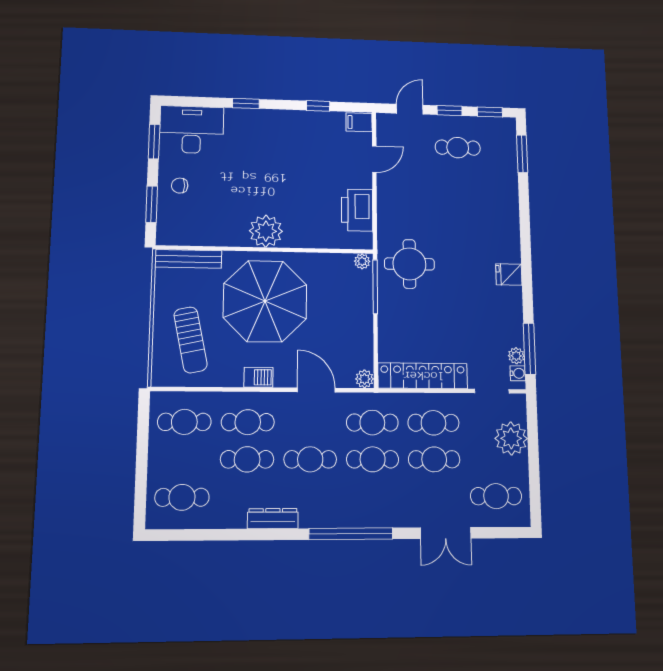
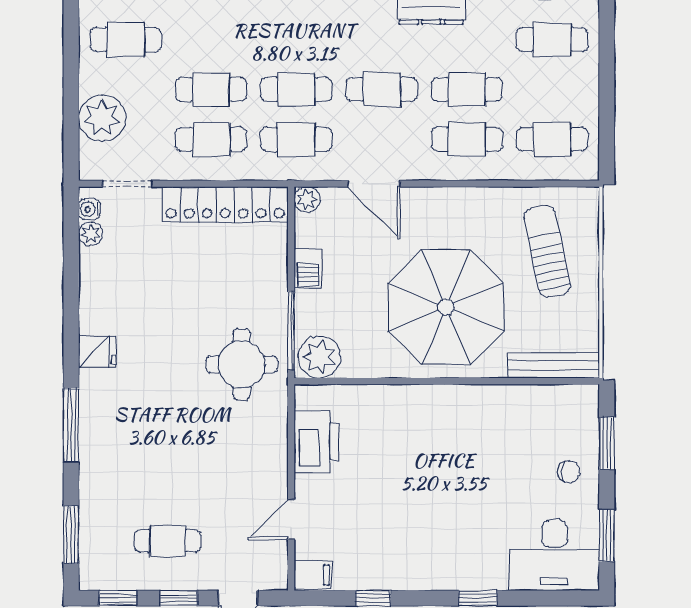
plant: (266, 231) -> (446, 408), removed
plant: (362, 261) -> (319, 357), width x1.88, depth x1.88
window: (529, 349) -> (71, 425), moved
barbecue: (259, 377) -> (308, 269), moved, turned -90

